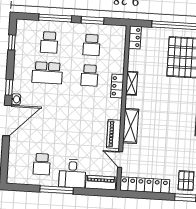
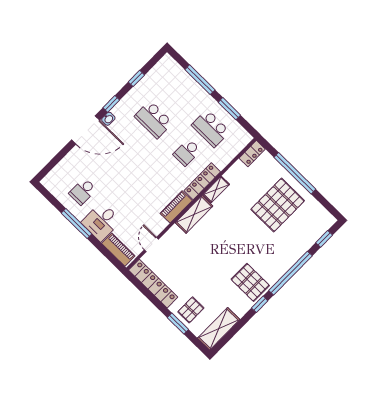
window: (12, 42) -> (136, 78), moved
school desk: (49, 42) -> (177, 96), removed
school desk: (91, 45) -> (211, 128), width x1.85
locker: (117, 86) -> (202, 181), width x1.53
shelving: (131, 126) -> (194, 214), moved
piano: (114, 134) -> (176, 207), moved

